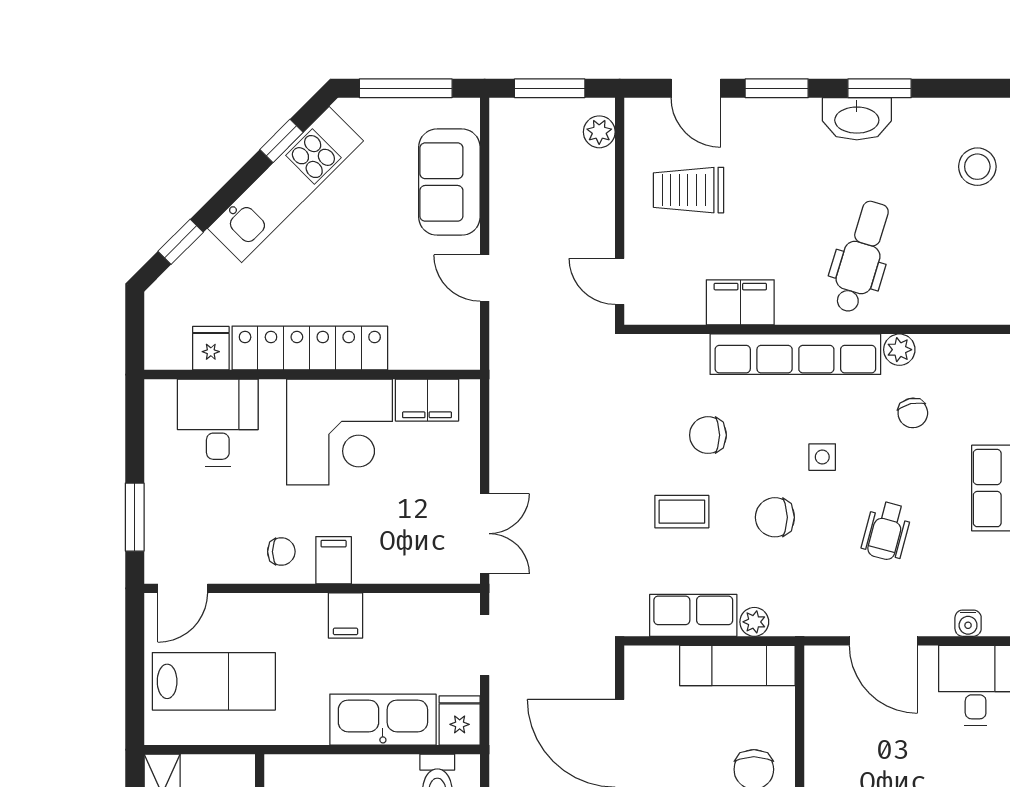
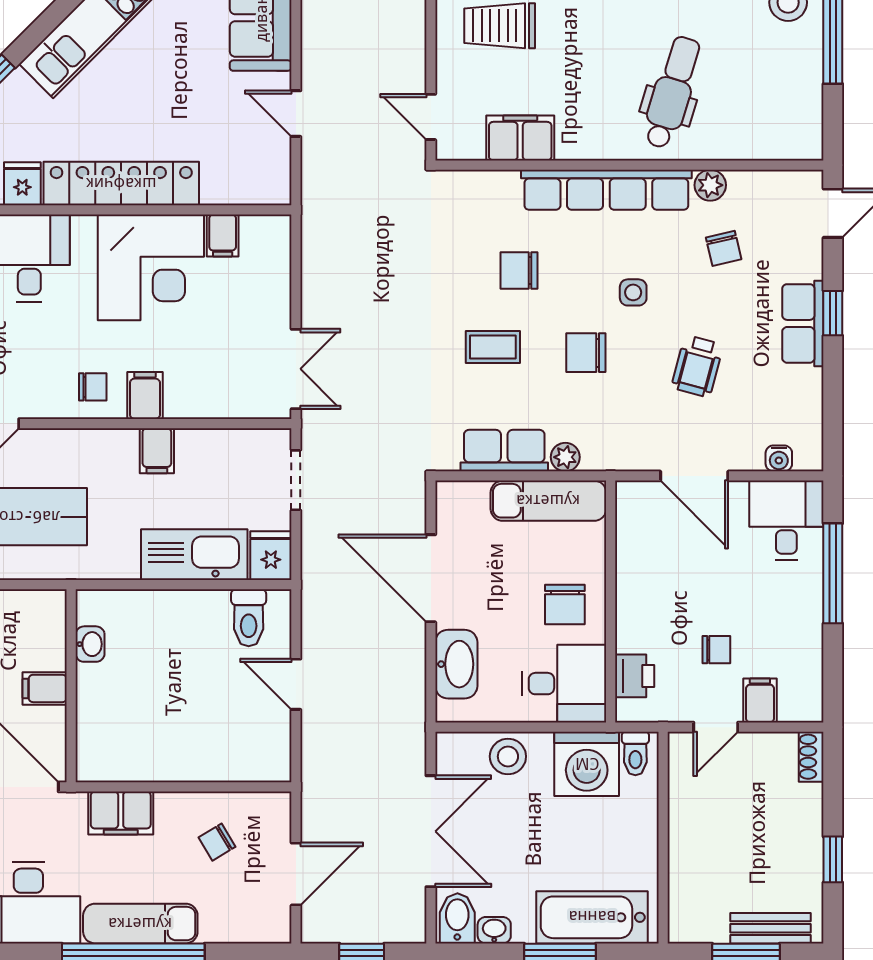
filing cabinet: (740, 302) -> (520, 138), moved
filing cabinet: (427, 400) -> (223, 236), width x0.50

